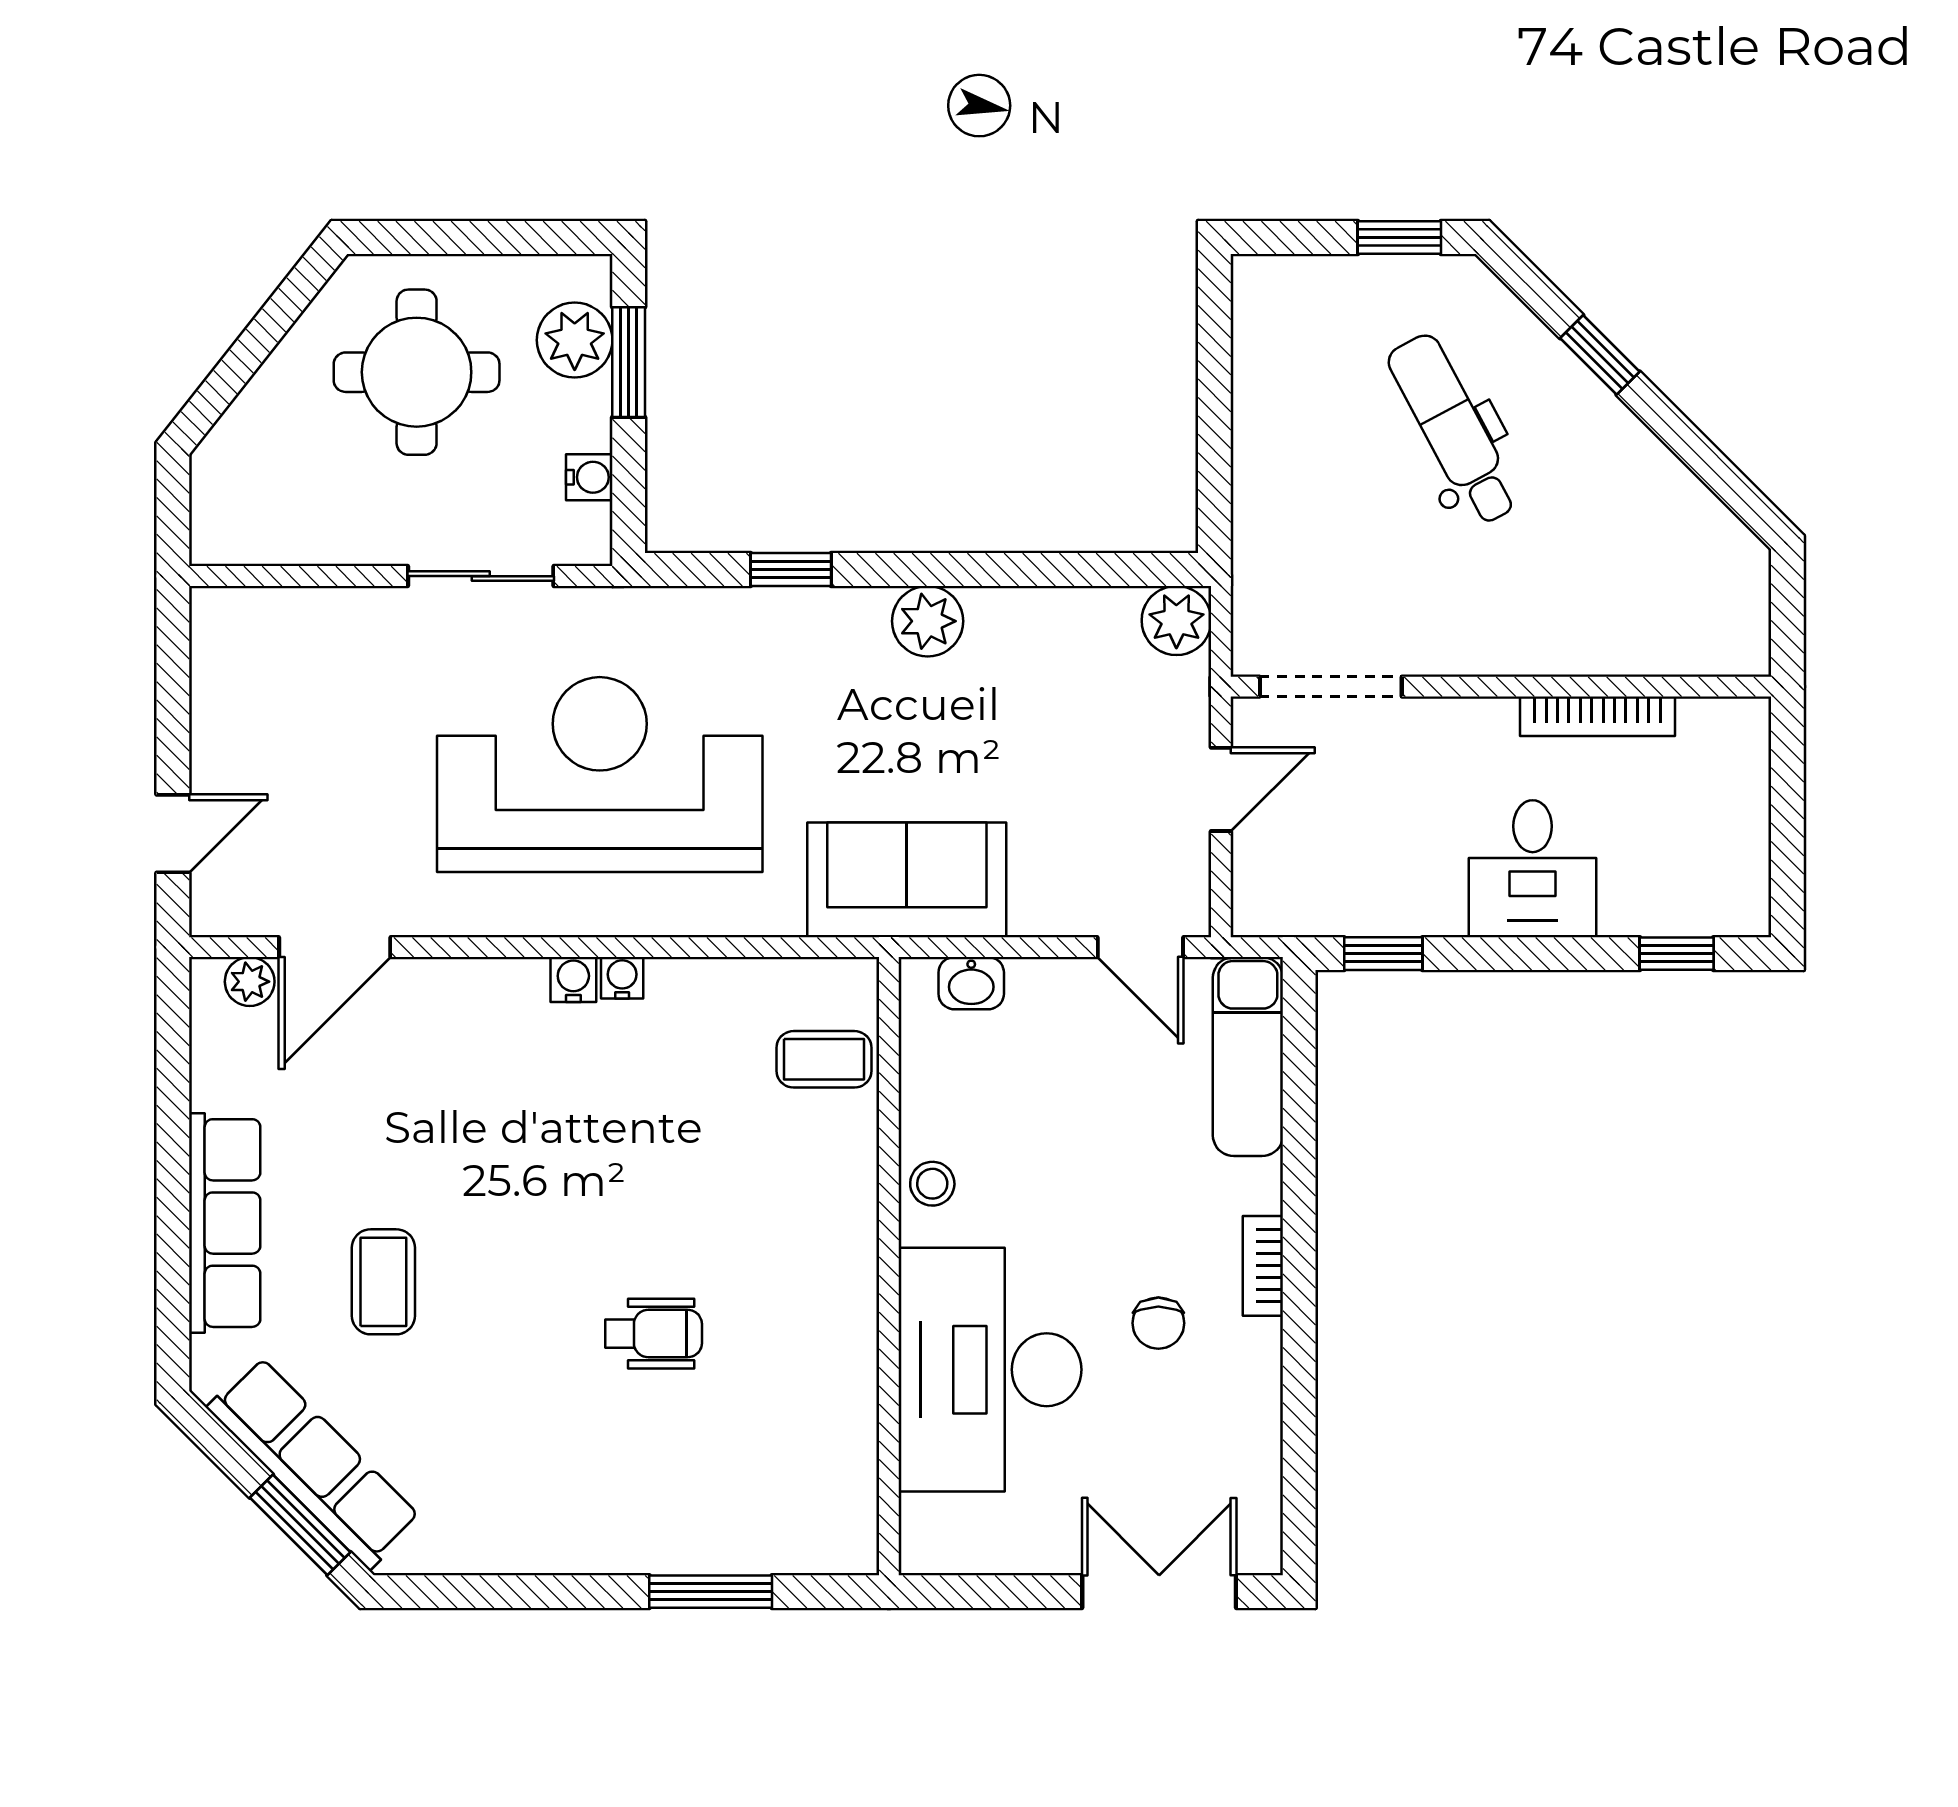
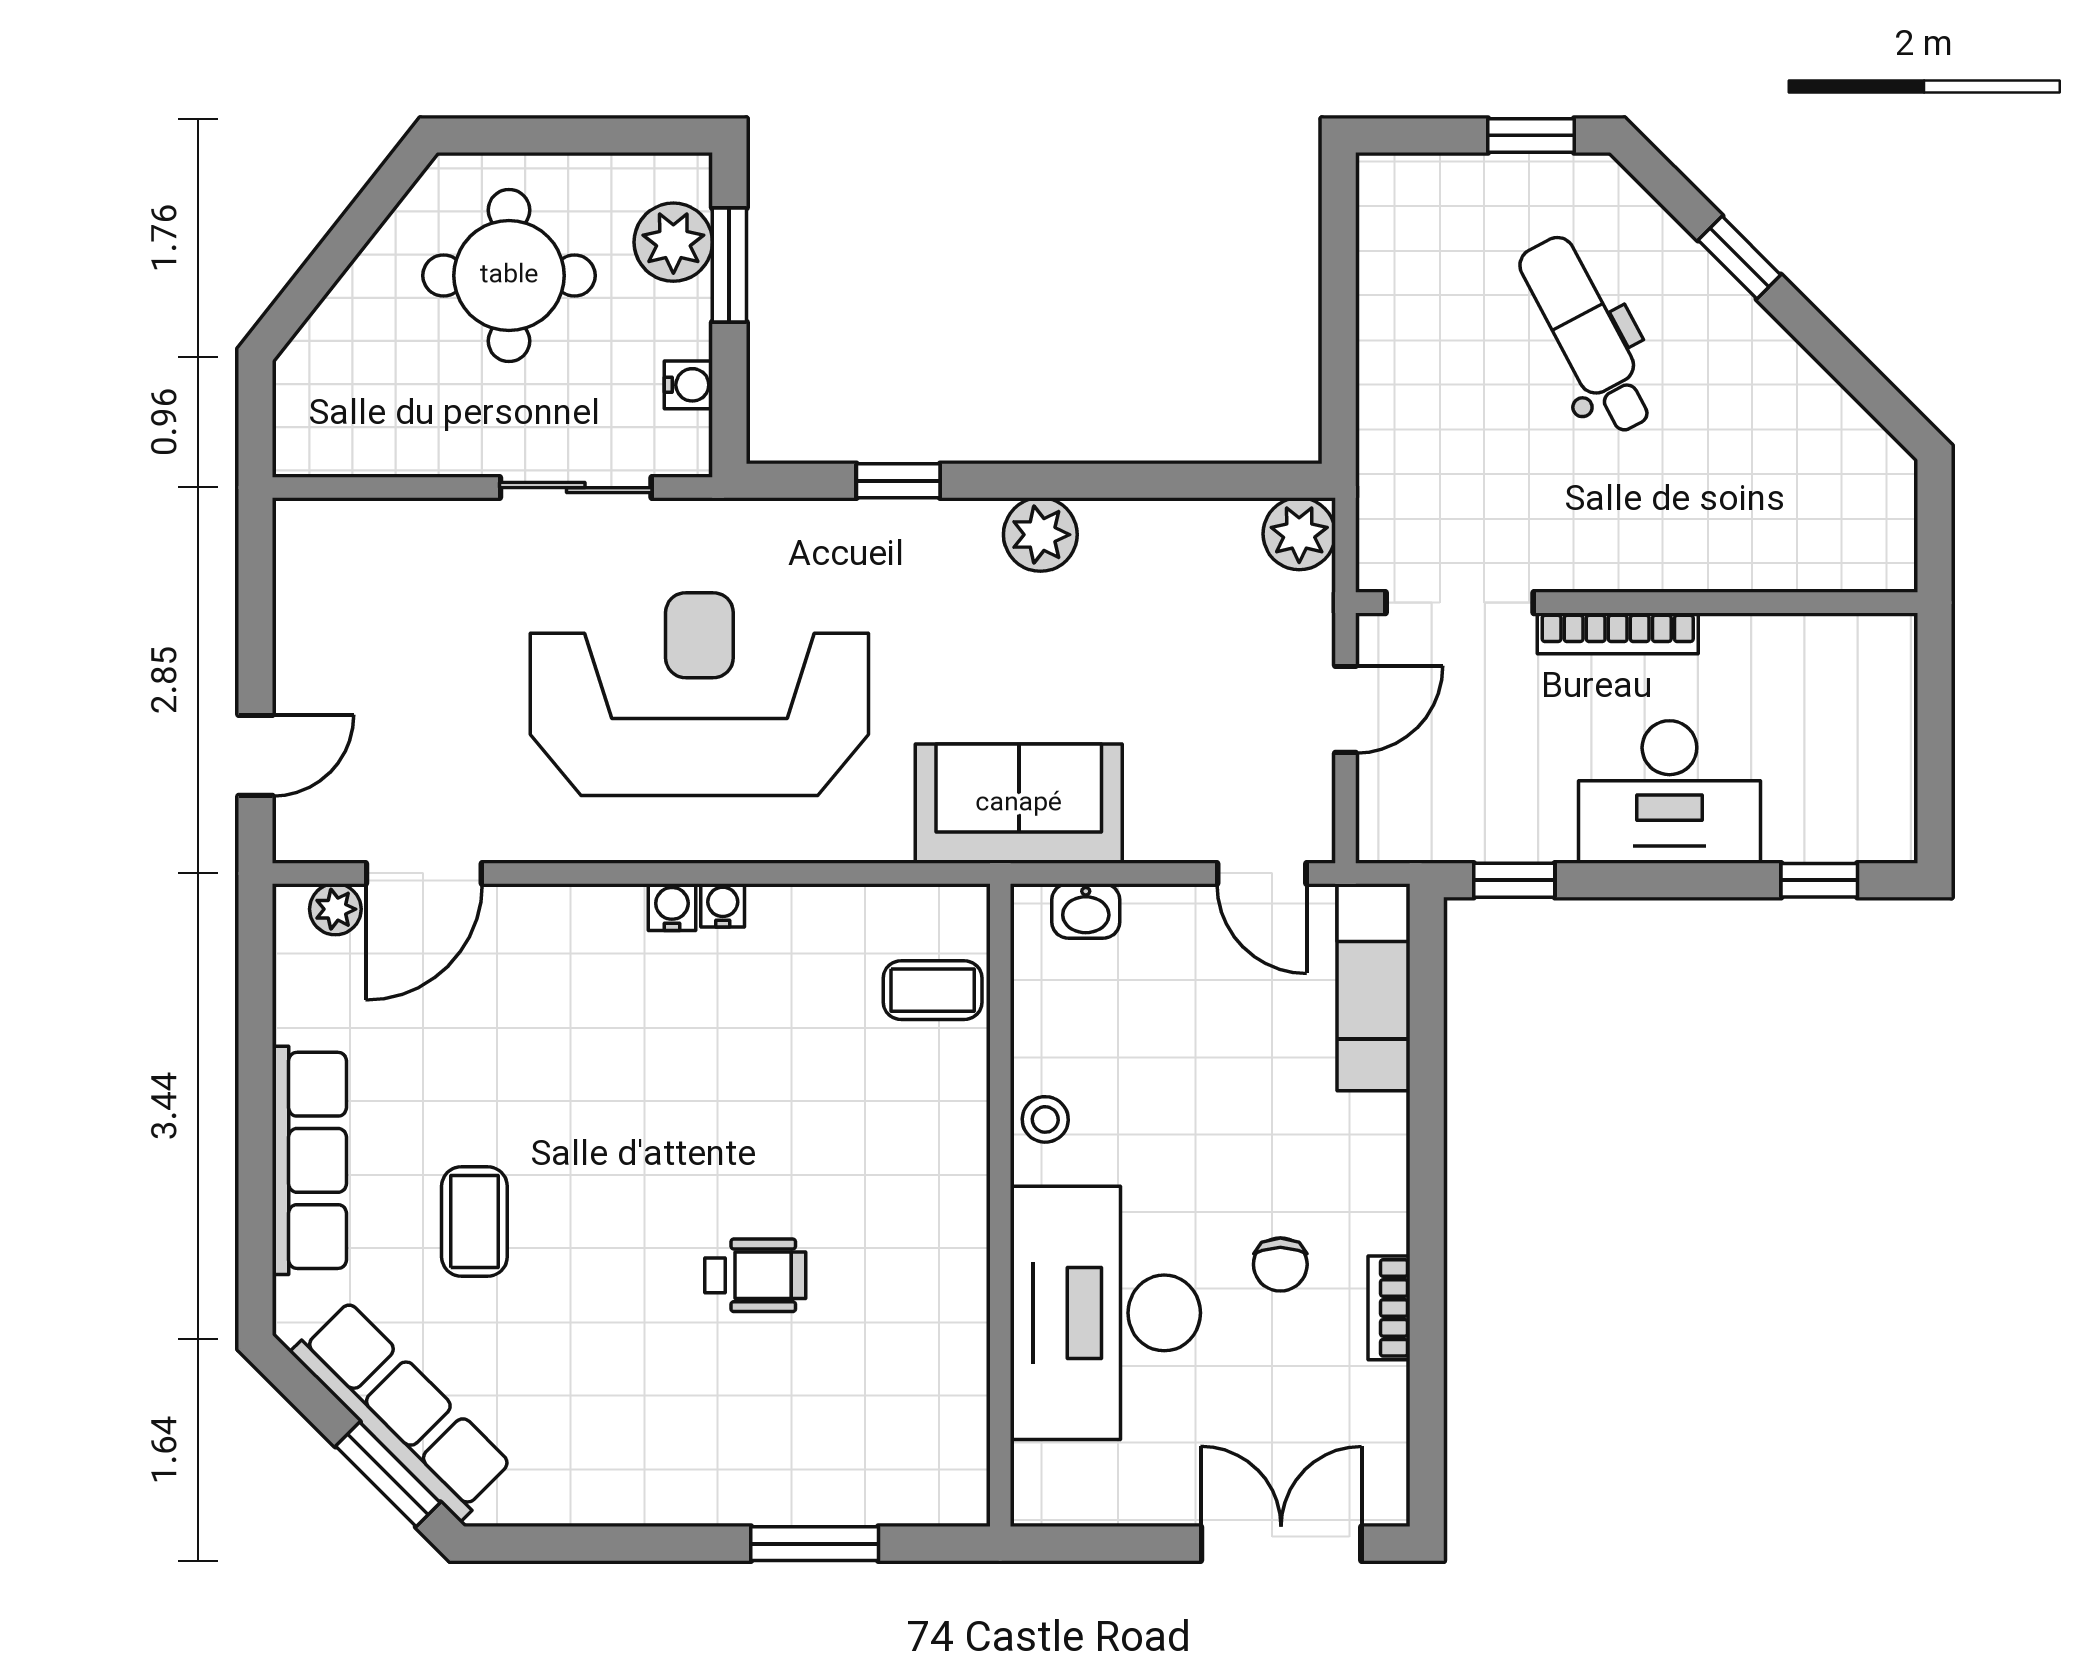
bookcase: (1597, 716) -> (1618, 633), moved
desk: (1533, 869) -> (1669, 792), width x1.37
bookcase: (1263, 1266) -> (1389, 1308), moved

